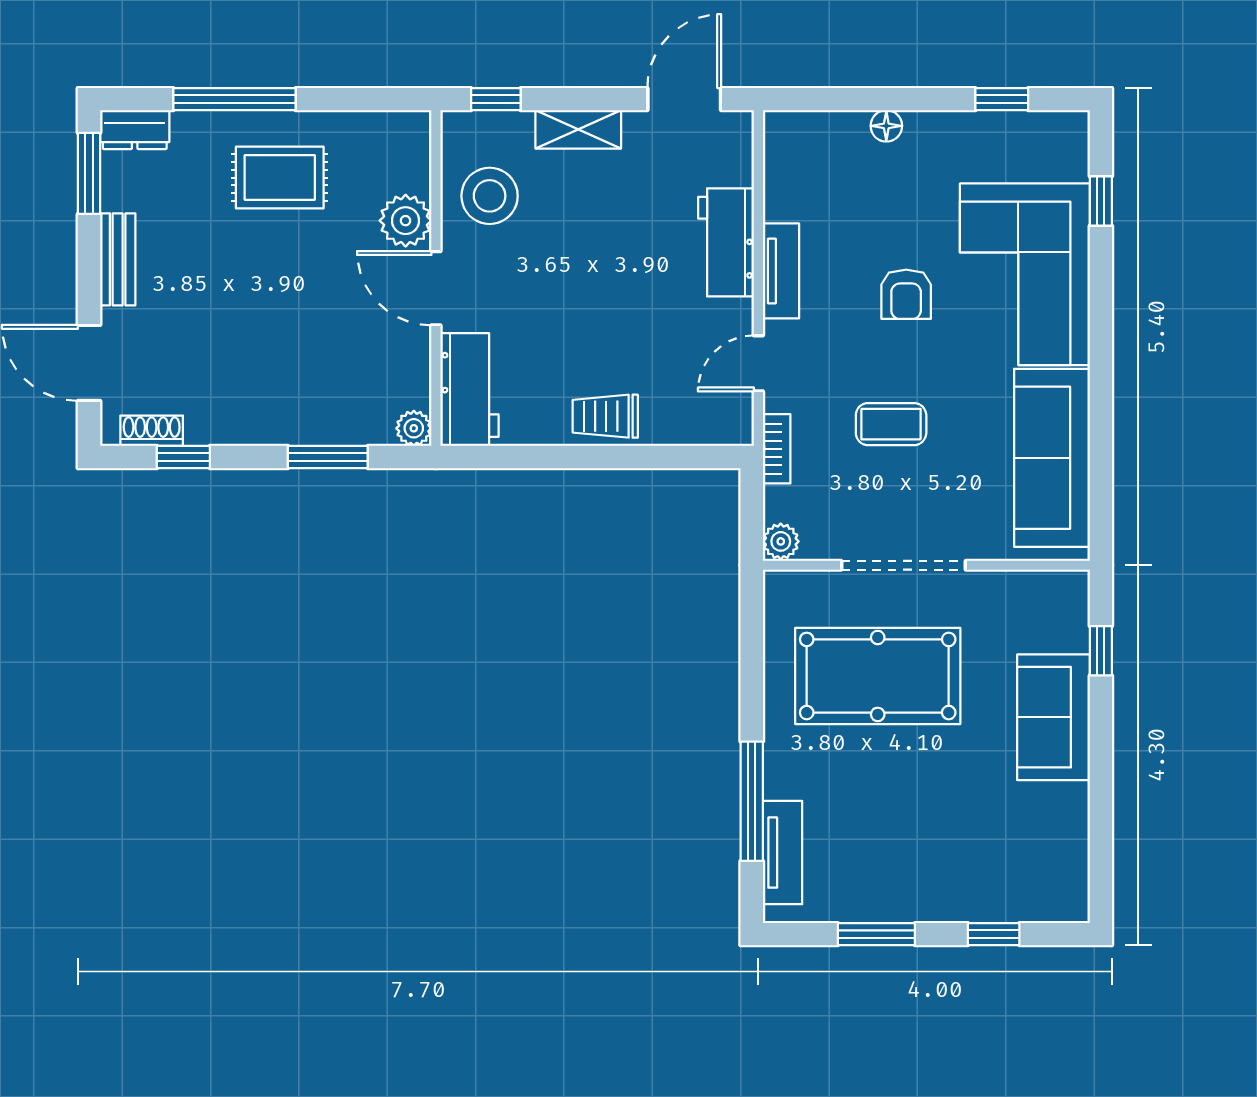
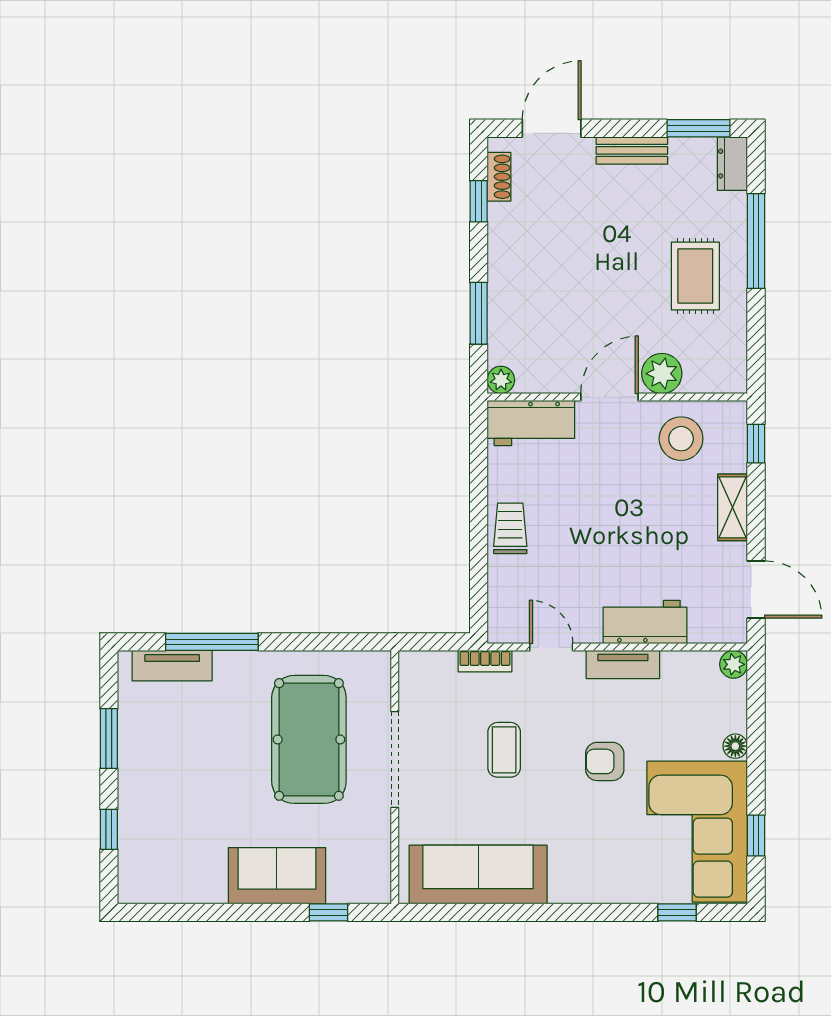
corner sofa: (1025, 274) -> (697, 832), moved, turned -90
plant: (781, 541) -> (734, 664), moved

